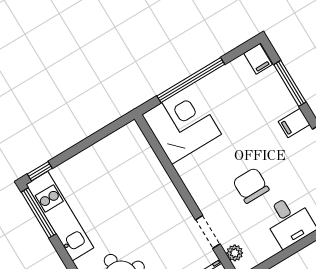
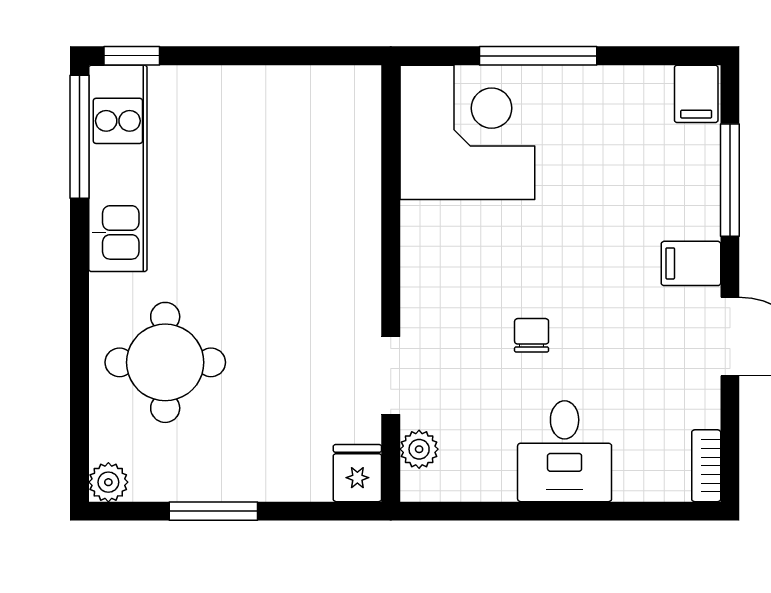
window: (191, 80) -> (538, 56), width x0.68
chair: (251, 185) -> (532, 335), width x0.54, depth x0.54

